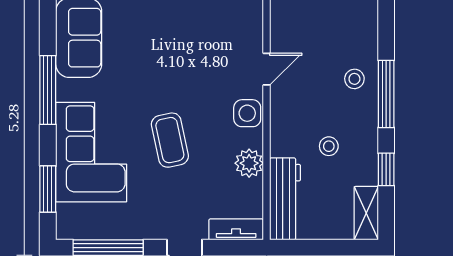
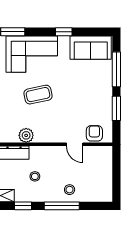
armchair: (245, 31) -> (94, 133), added
window: (48, 90) -> (64, 32), width x0.46
side table: (247, 113) -> (52, 134), removed

